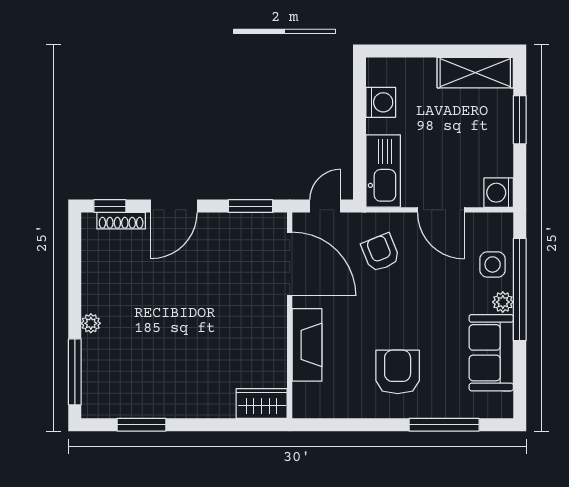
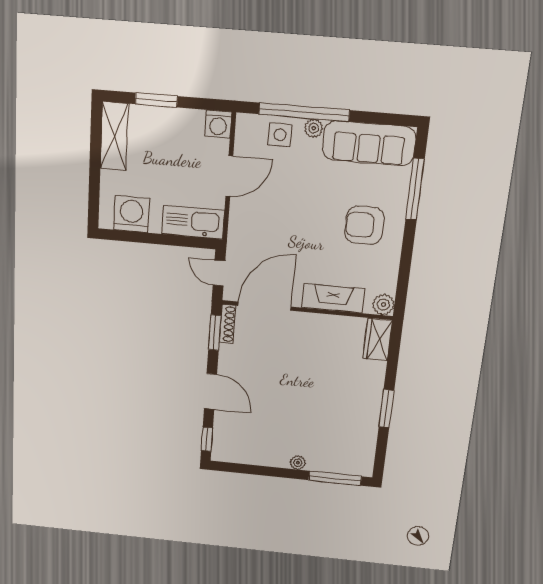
washing machine: (381, 102) -> (131, 214), width x1.37, depth x1.37
shoe rack: (121, 221) -> (227, 324), moved
armchair: (380, 253) -> (262, 231), removed
sofa: (491, 353) -> (369, 143), width x1.36
plant: (305, 405) -> (383, 305), added
window: (142, 425) -> (386, 408), moved

